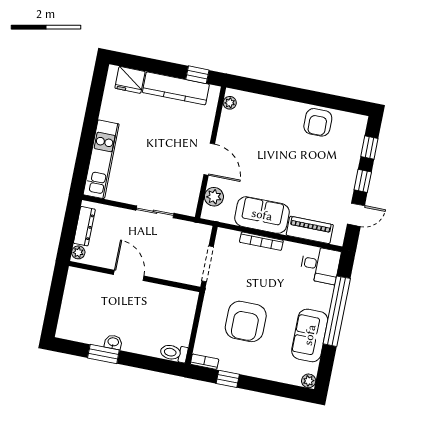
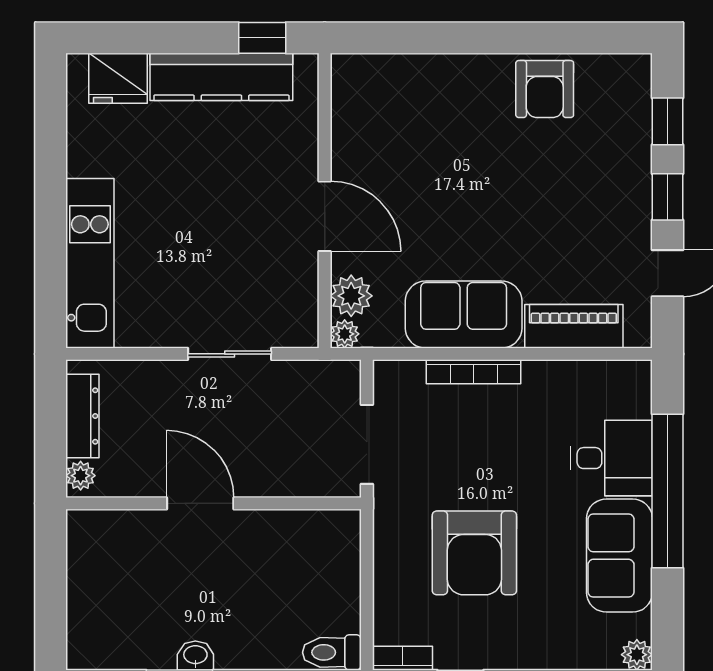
plant: (230, 103) -> (345, 334), moved
desk: (320, 265) -> (611, 458), moved

